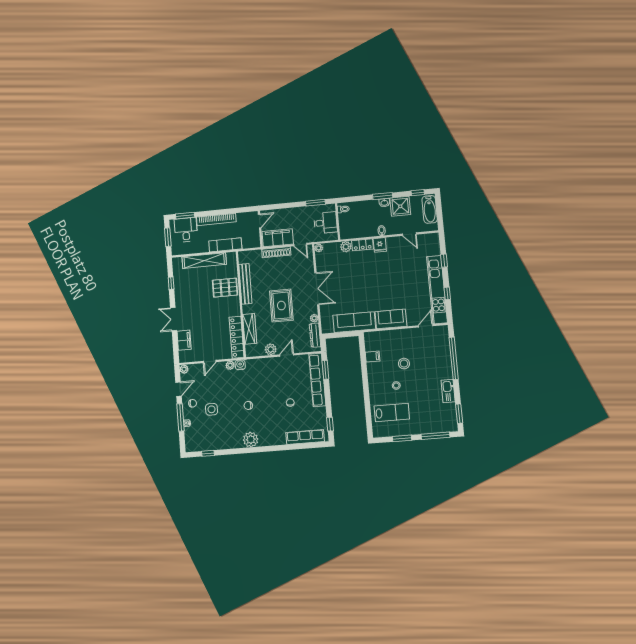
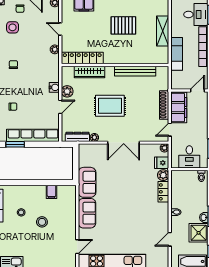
door: (260, 221) -> (198, 91), swing flipped
fridge: (380, 245) -> (162, 163), moved
shelving: (204, 261) -> (163, 31), width x0.68
pallet: (225, 288) -> (123, 25), moved, turned 90
sofa: (354, 322) -> (87, 182), width x0.73
door: (426, 326) -> (77, 247), hinge flipped
door: (287, 355) -> (60, 107), hinge flipped
water cooler: (240, 365) -> (54, 87), moved
window: (325, 370) -> (15, 144), moved

